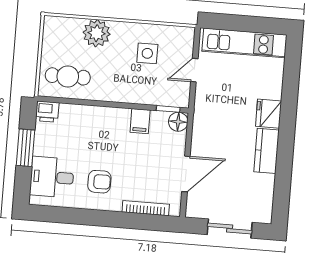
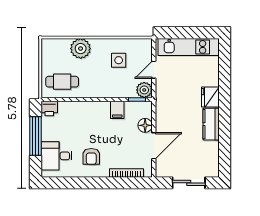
plant: (179, 97) -> (144, 90), added
floor lamp: (178, 122) -> (145, 125), moved
window: (26, 148) -> (36, 136), width x1.44
armchair: (99, 182) -> (91, 156), turned 90

